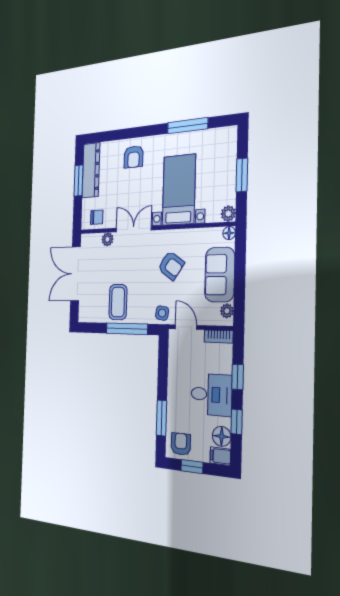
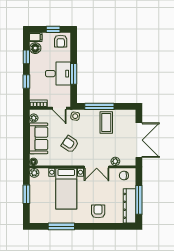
window: (79, 181) -> (139, 200), width x1.44
desk: (211, 395) -> (58, 74), moved, turned 180
window: (161, 418) -> (74, 74), moved

